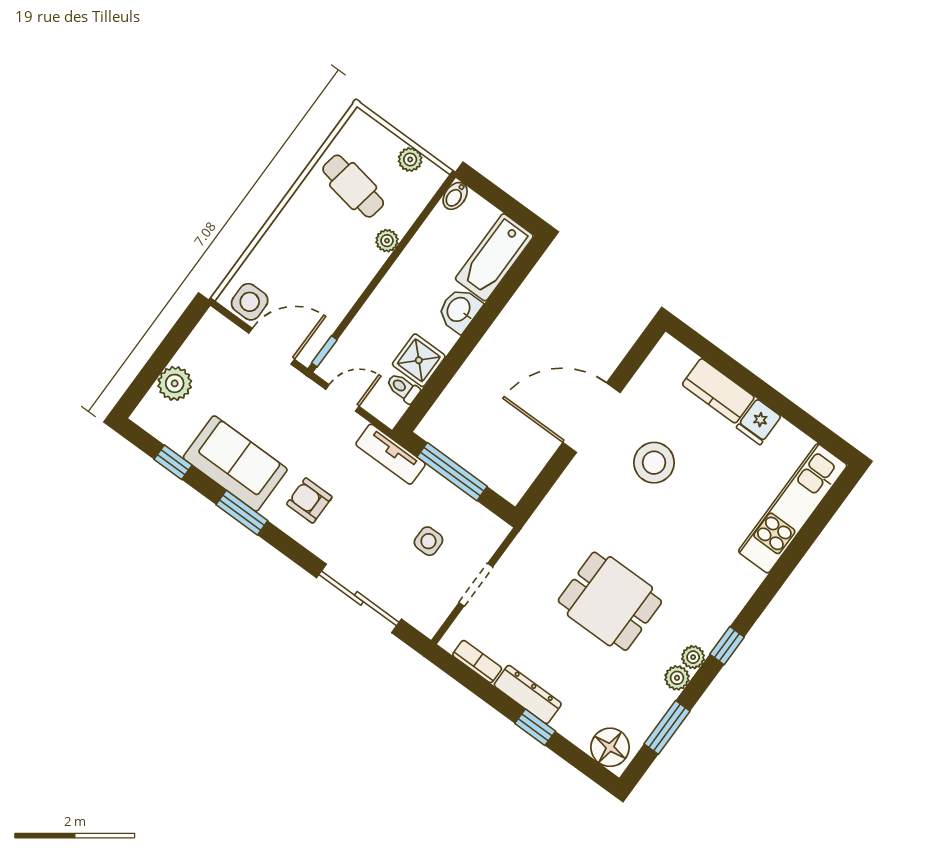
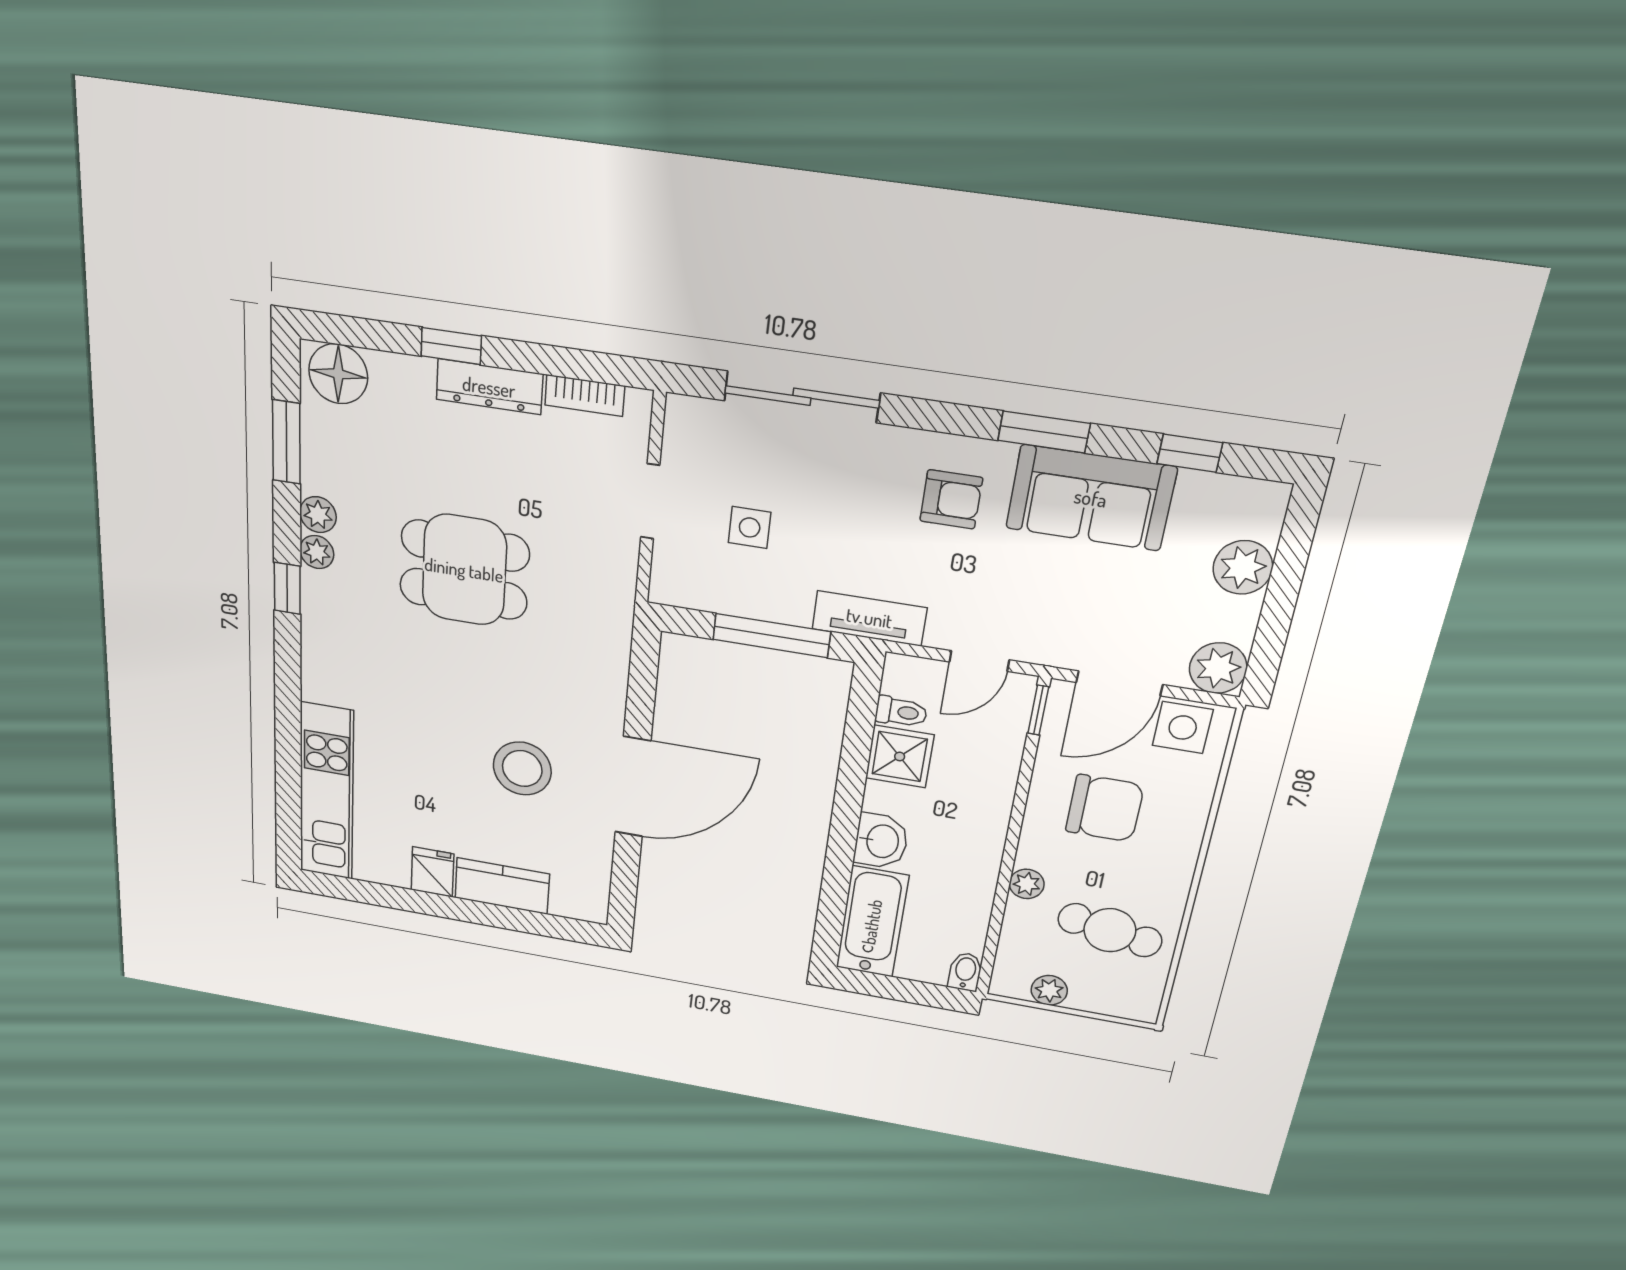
chair: (317, 270) -> (1105, 808), added
plant: (214, 330) -> (1218, 668), added

